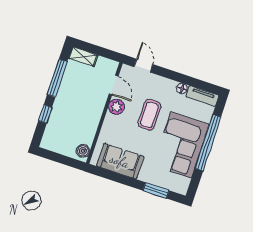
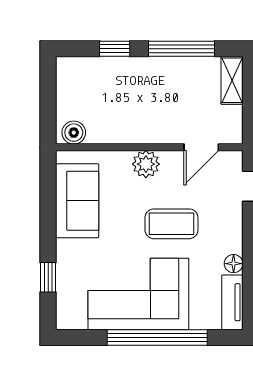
plant: (116, 107) -> (146, 164), moved
window: (156, 190) -> (48, 277), width x0.67

